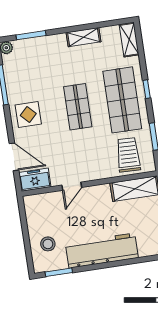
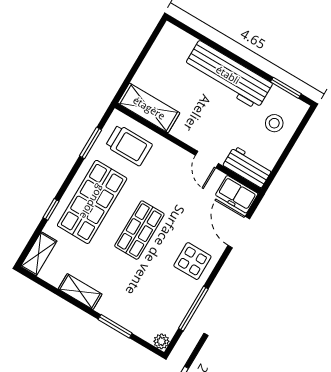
window: (31, 35) -> (115, 326), moved
window: (147, 89) -> (51, 209), moved
trolley: (128, 155) -> (129, 145), turned -92
door: (72, 186) -> (207, 159), swing flipped
workbench: (42, 203) -> (248, 167), added

